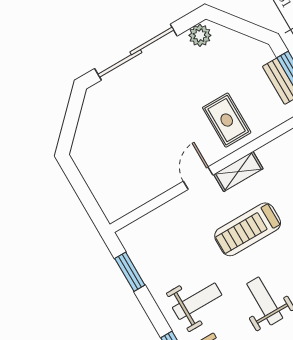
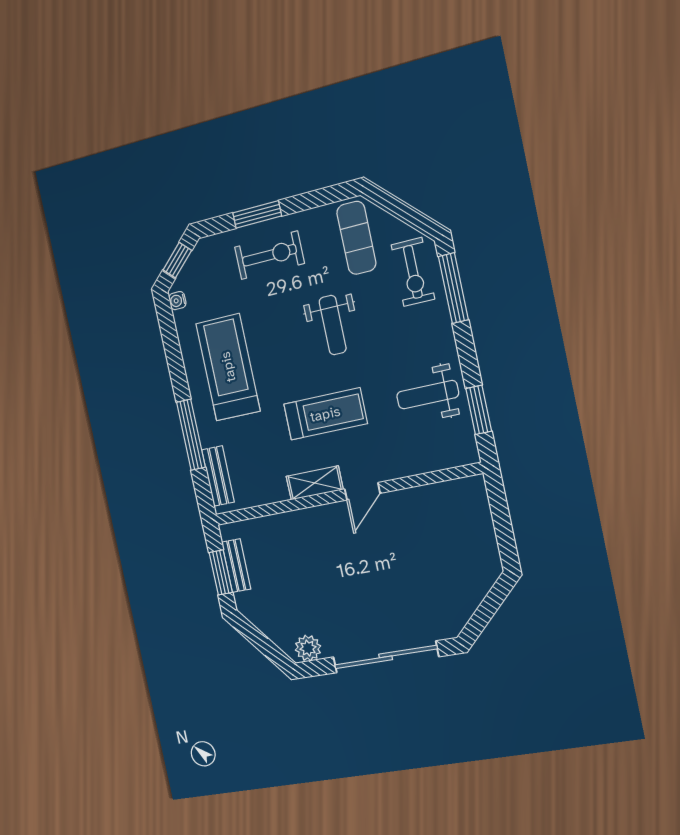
rug: (227, 120) -> (309, 545), removed
weight bench: (197, 301) -> (428, 395), moved

